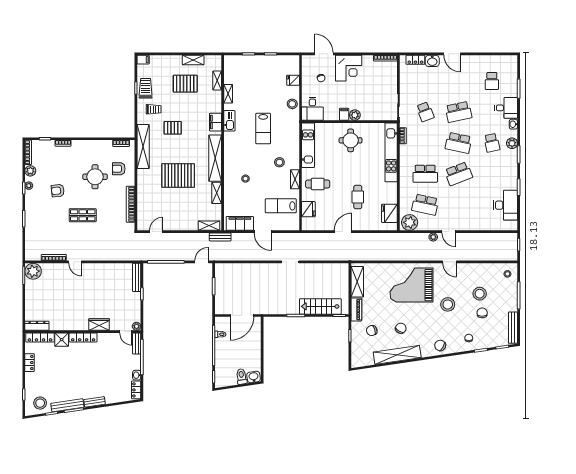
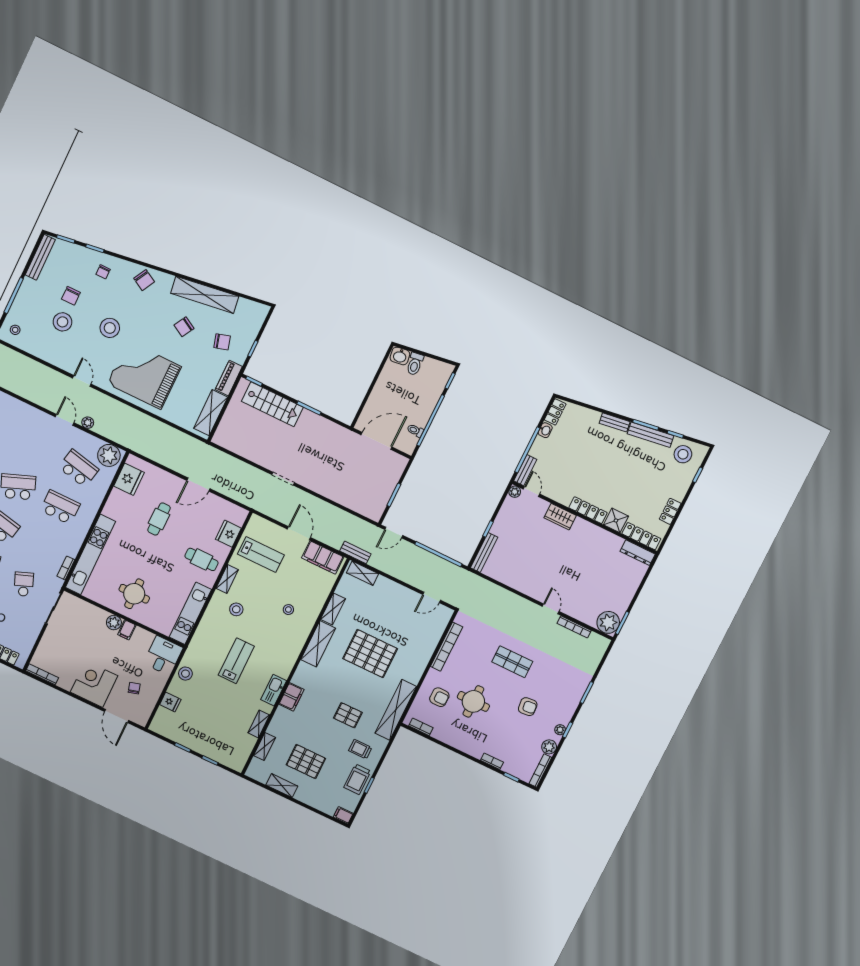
shelving: (215, 158) -> (318, 644), width x0.68
grand piano: (411, 285) -> (144, 375), turned 180

